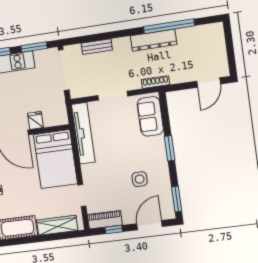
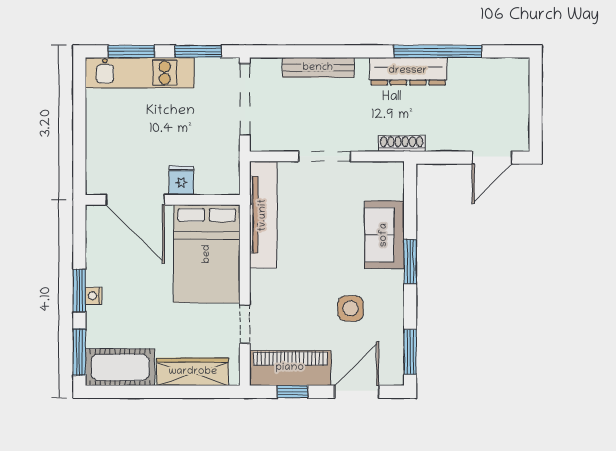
bench: (97, 47) -> (318, 68), width x1.36
sofa: (150, 116) -> (384, 235), moved
piano: (105, 220) -> (290, 368), width x1.37, depth x1.33

